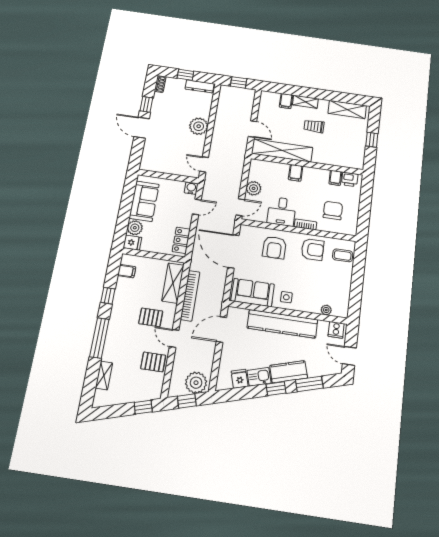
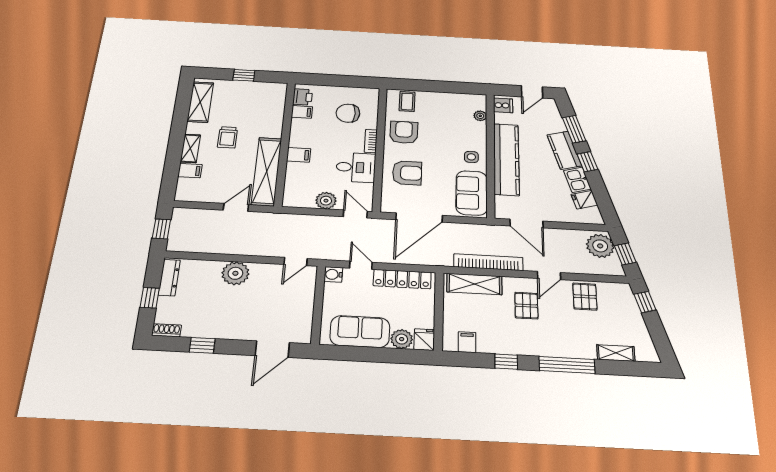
door: (142, 128) -> (272, 349), moved
locker: (181, 240) -> (402, 279), width x1.53

